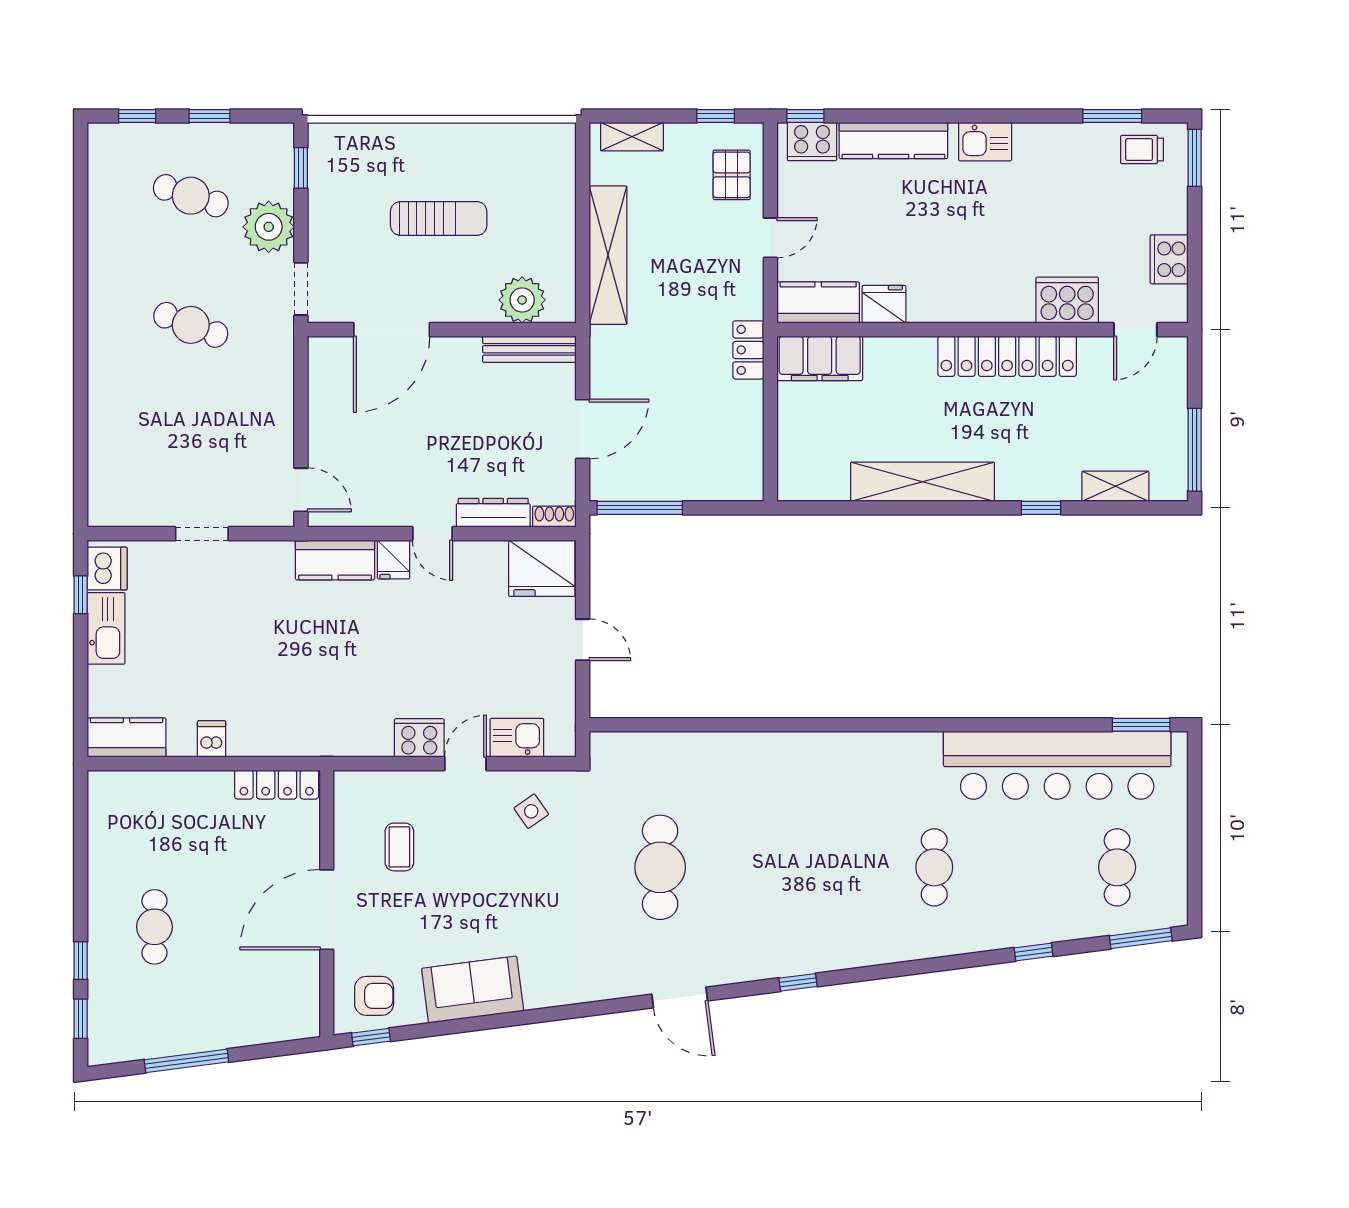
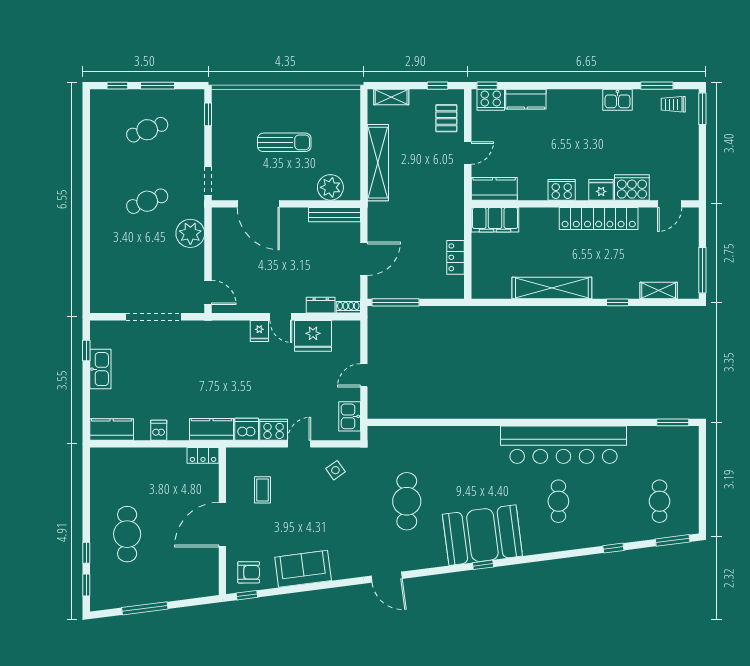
window: (210, 116) -> (158, 86), width x1.50
kitchen counter: (893, 141) -> (526, 99), width x0.67
kitchen sink: (985, 142) -> (617, 100), moved
cafe table: (191, 196) -> (147, 130), turned -39
plant: (269, 227) -> (190, 233), moved
cooker: (1169, 259) -> (562, 190), moved, turned 90
fridge: (884, 304) -> (601, 190), moved
cafe table: (191, 325) -> (147, 201), turned -42
door: (392, 330) -> (258, 204), hinge flipped
locker: (748, 350) -> (456, 257), moved
dresser: (493, 513) -> (321, 305), width x0.70
doorway: (202, 534) -> (153, 317), width x1.87
kitchen counter: (335, 560) -> (211, 429), moved, turned 180
fridge: (542, 568) -> (313, 336), moved
dishwasher: (107, 569) -> (247, 429), moved, turned -90
door: (583, 640) -> (364, 375), swing flipped
kitchen sink: (517, 738) -> (350, 416), moved, turned -90
bar counter: (1057, 765) -> (563, 445), moved
locker: (277, 785) -> (203, 455), width x0.66
cafe table: (154, 927) -> (127, 534), width x1.37, depth x1.35
booth: (797, 929) -> (482, 535), added
door: (680, 997) -> (387, 577), moved

